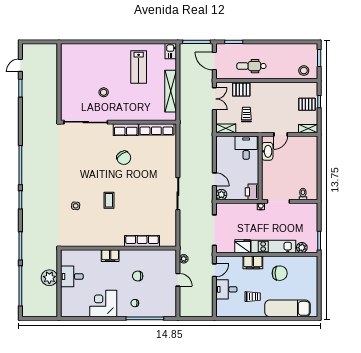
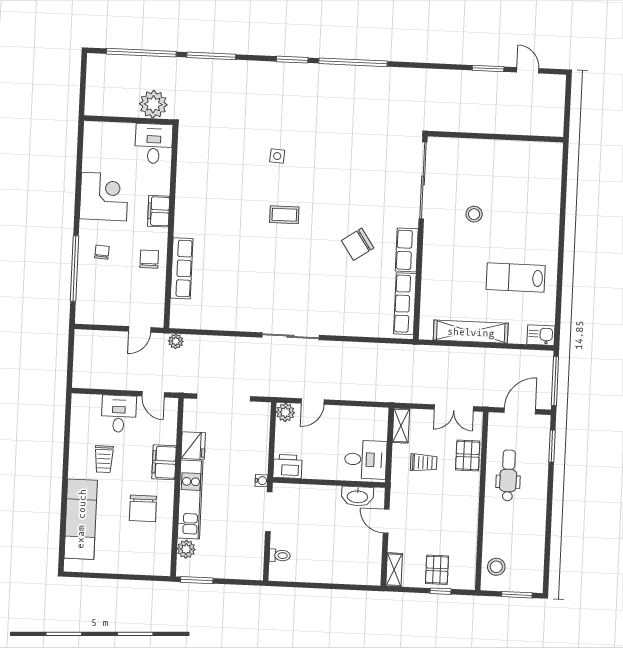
row of seats: (142, 241) -> (182, 268), moved
wall: (118, 248) -> (171, 226), moved
filing cabinet: (110, 256) -> (159, 211), moved

